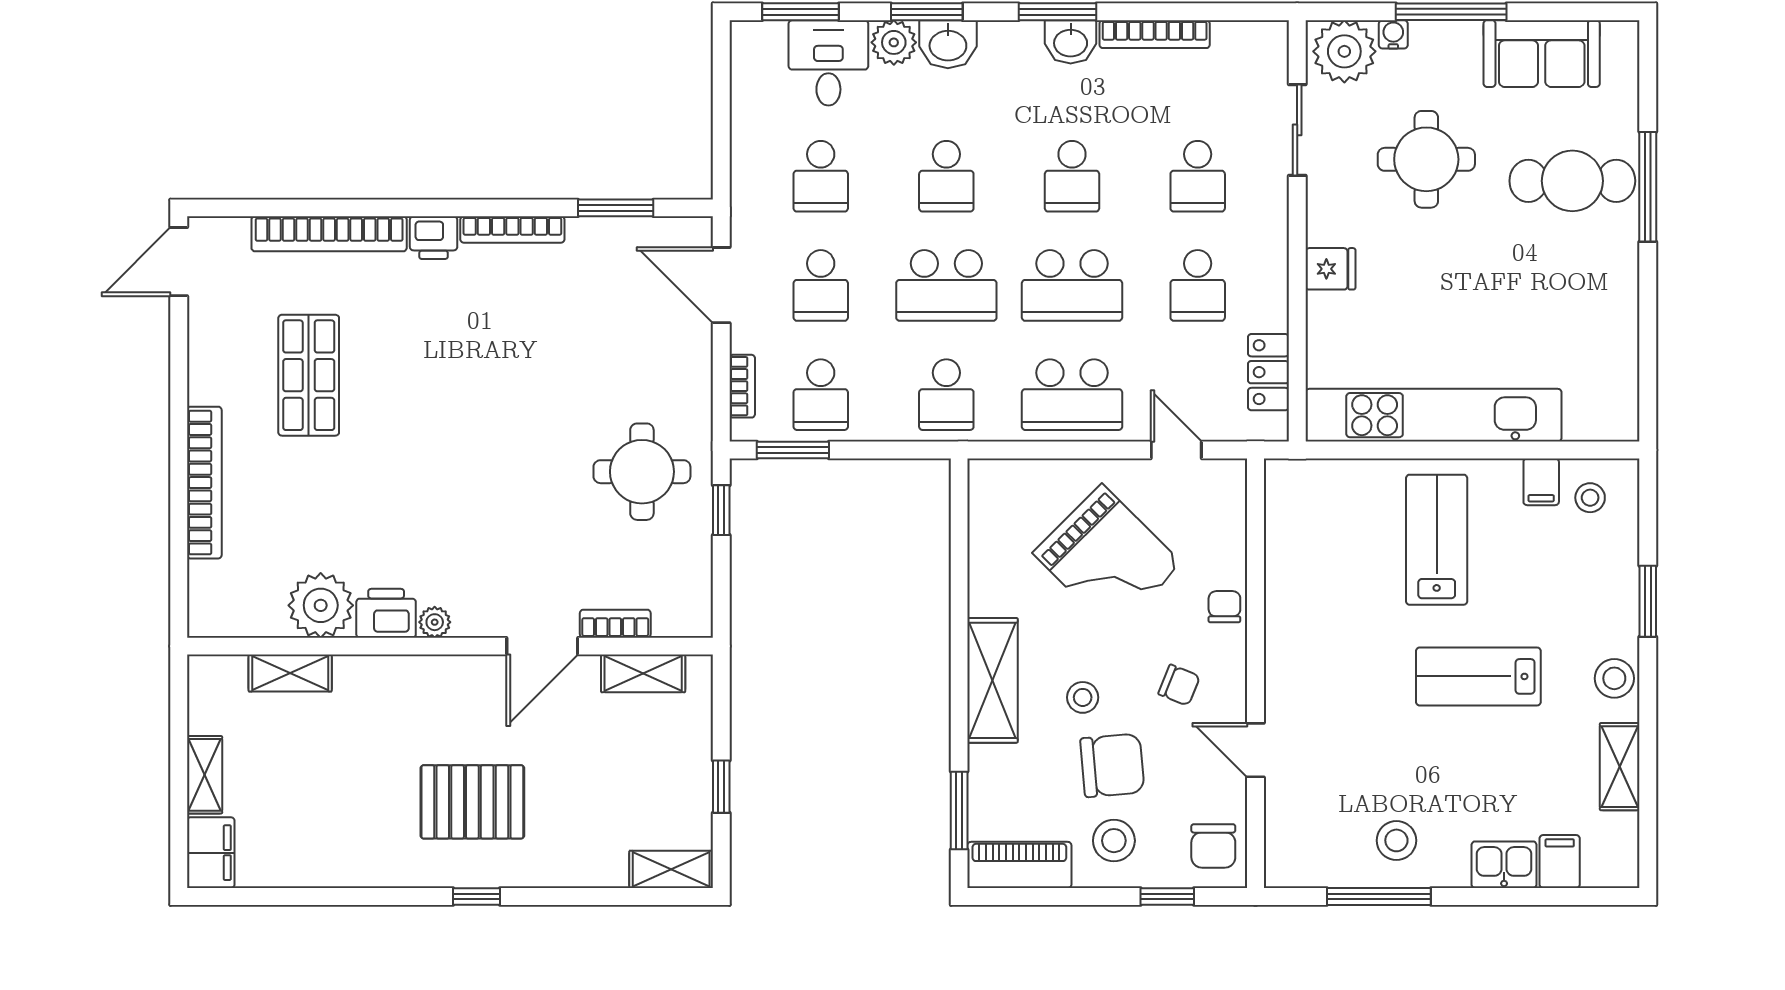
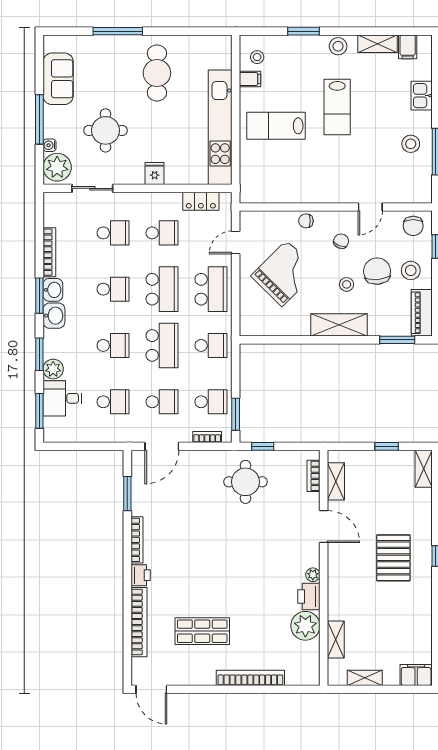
washbasin: (948, 44) -> (54, 316), moved
cafe table: (1572, 181) -> (157, 73), moved
bookcase: (615, 624) -> (314, 476), moved
shelving: (205, 775) -> (365, 678), moved
chair: (1213, 846) -> (413, 226), turned 90
filing cabinet: (1560, 862) -> (408, 47), moved, turned -90

